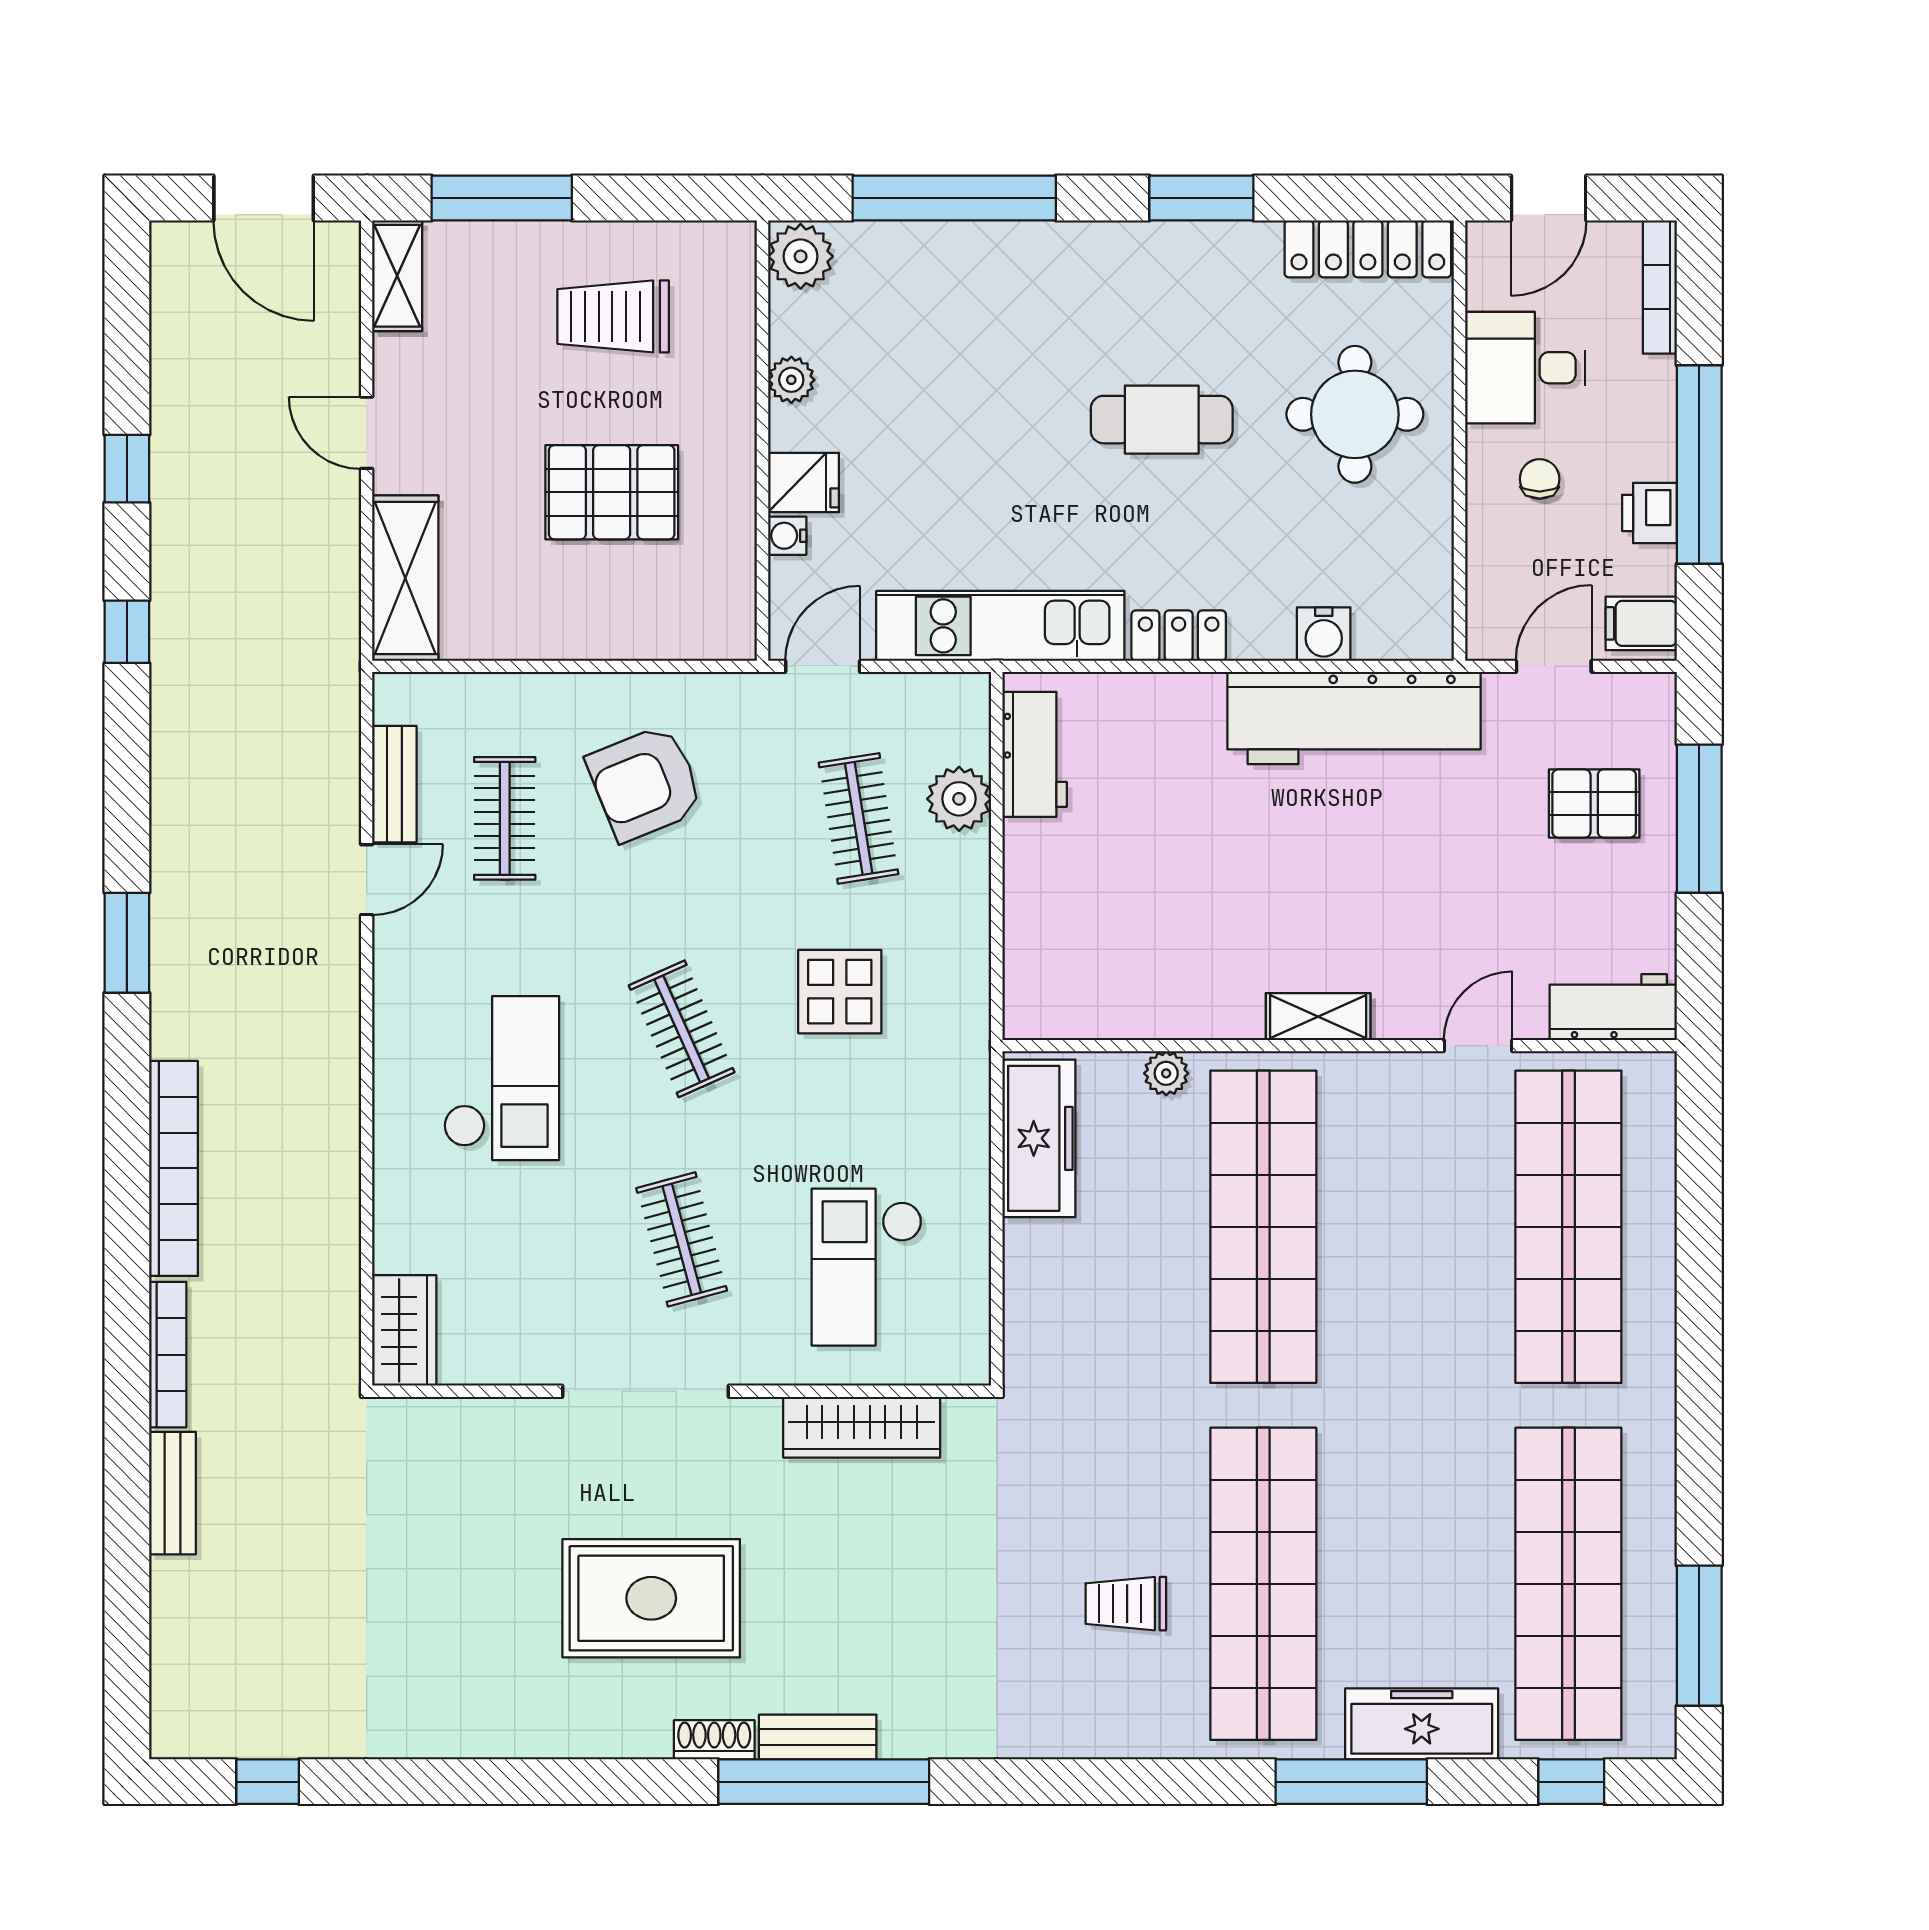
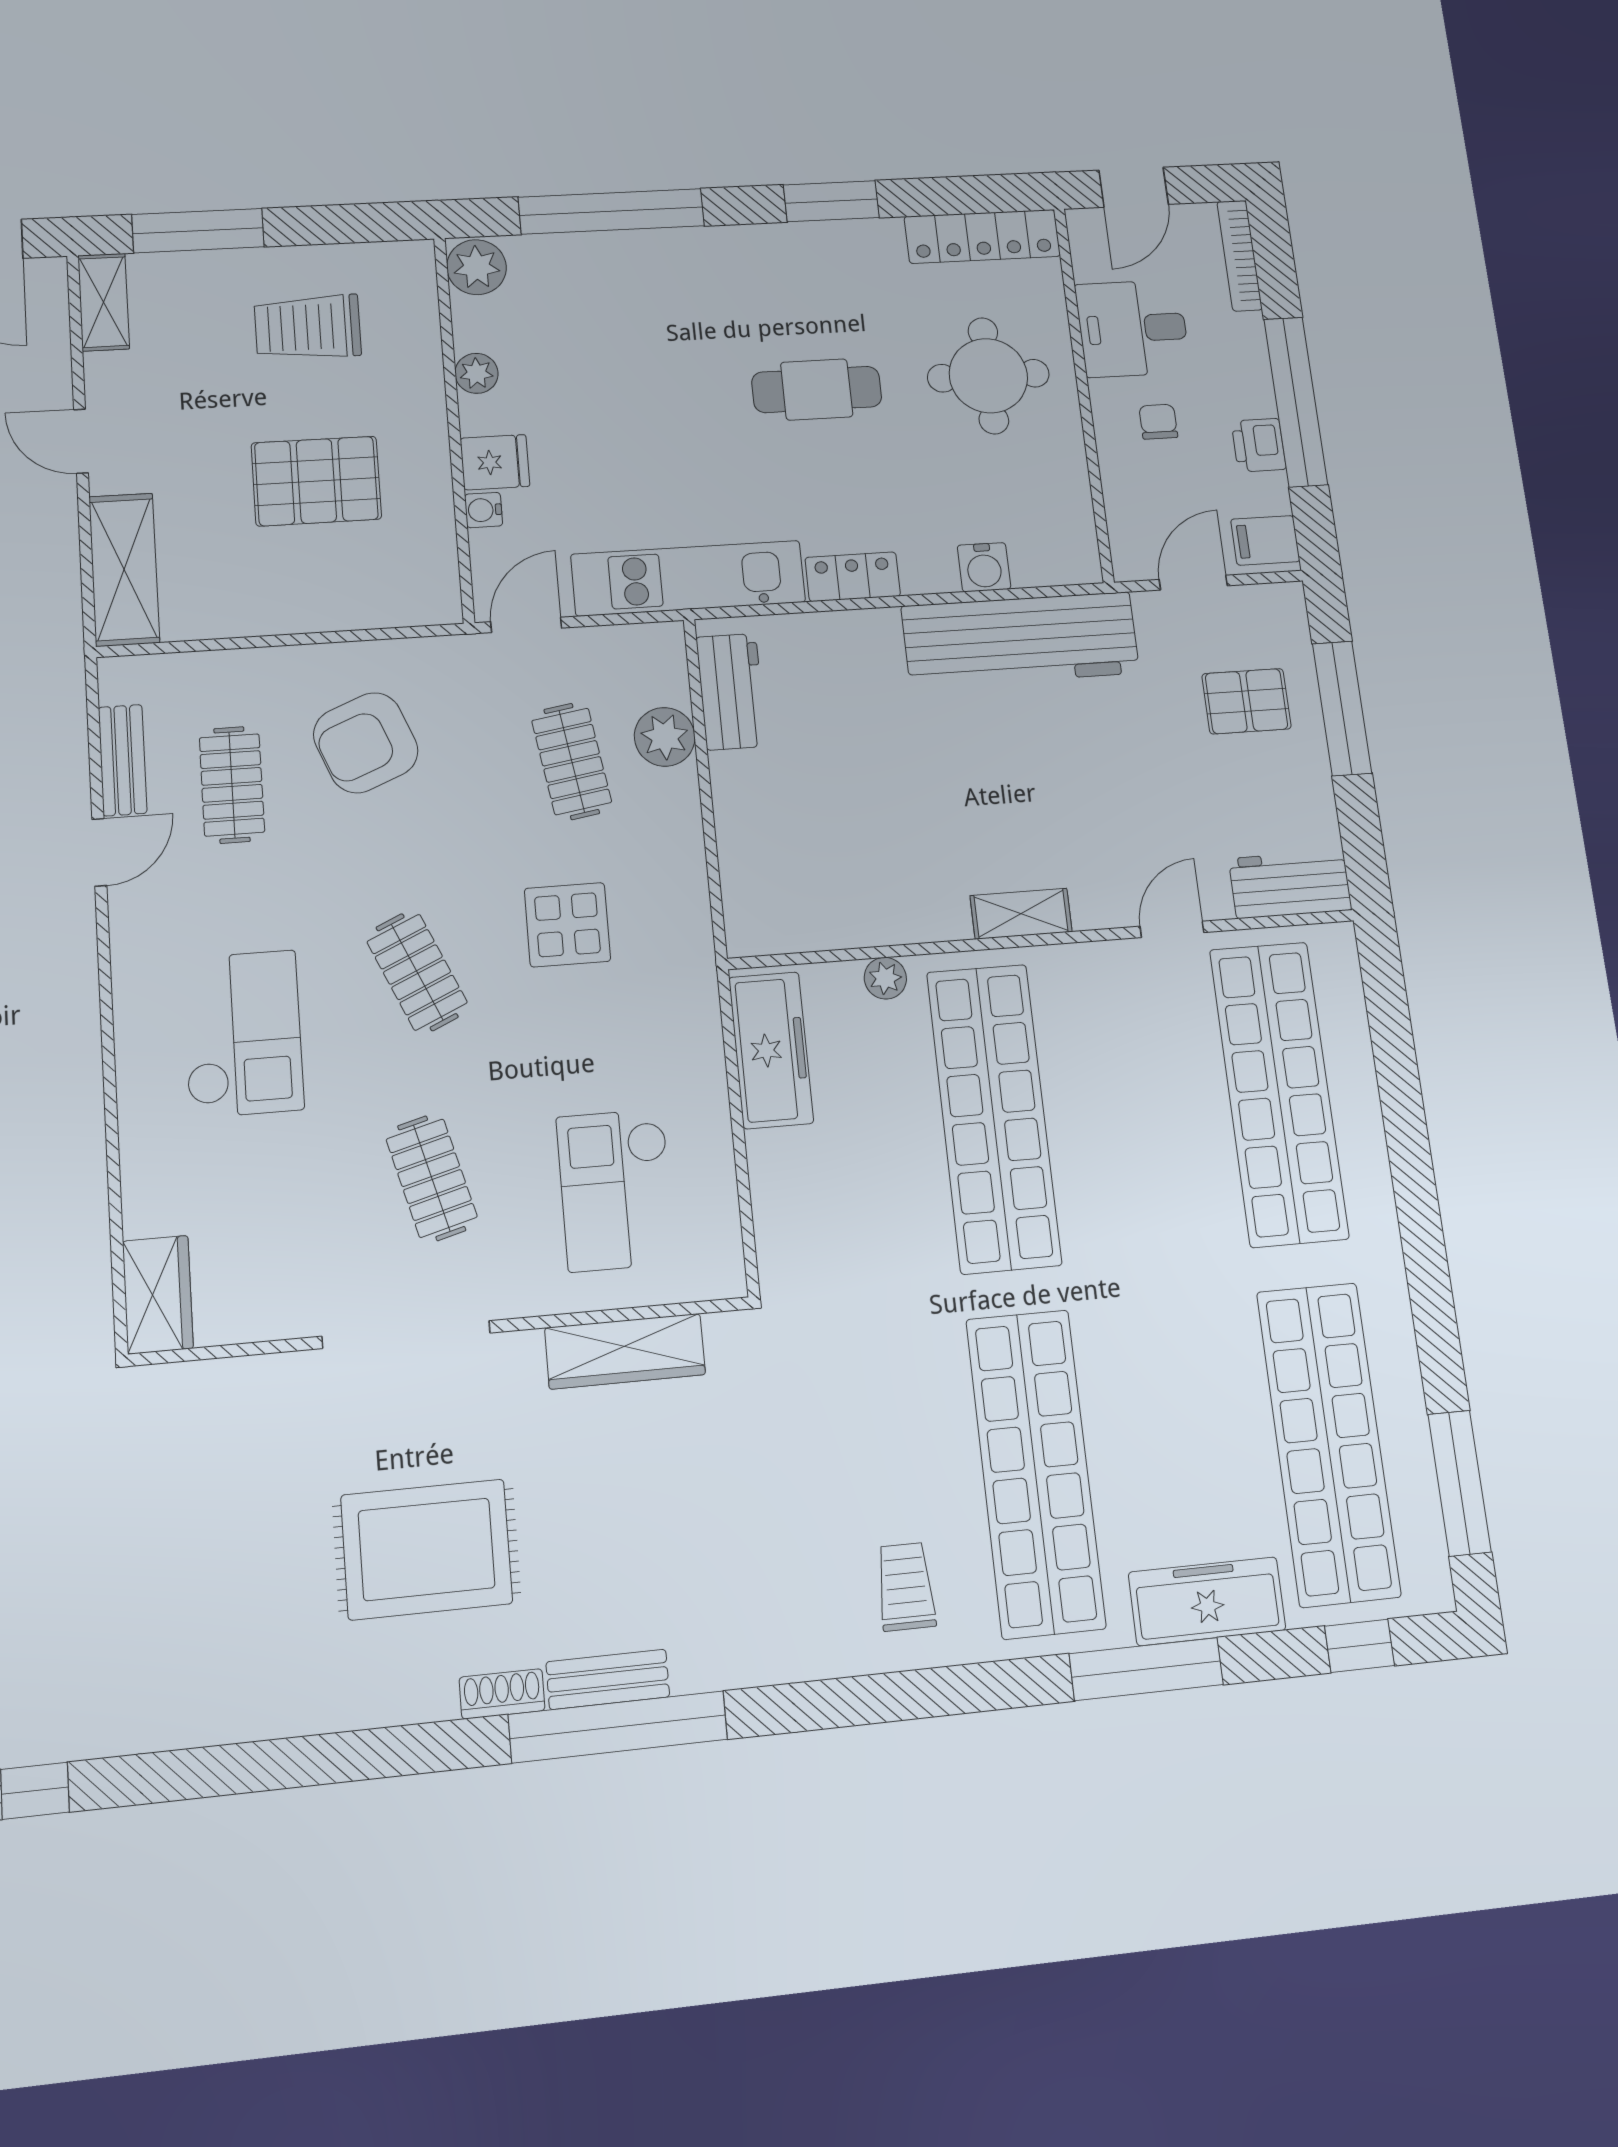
trolley: (1126, 1604) -> (906, 1587), moved, turned 90

